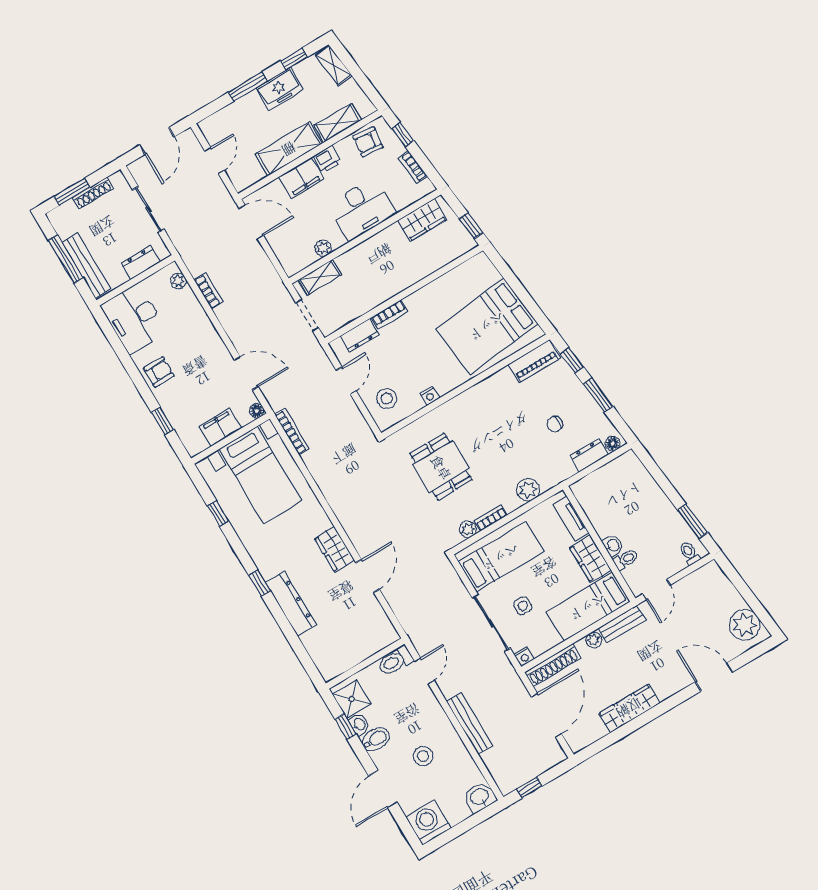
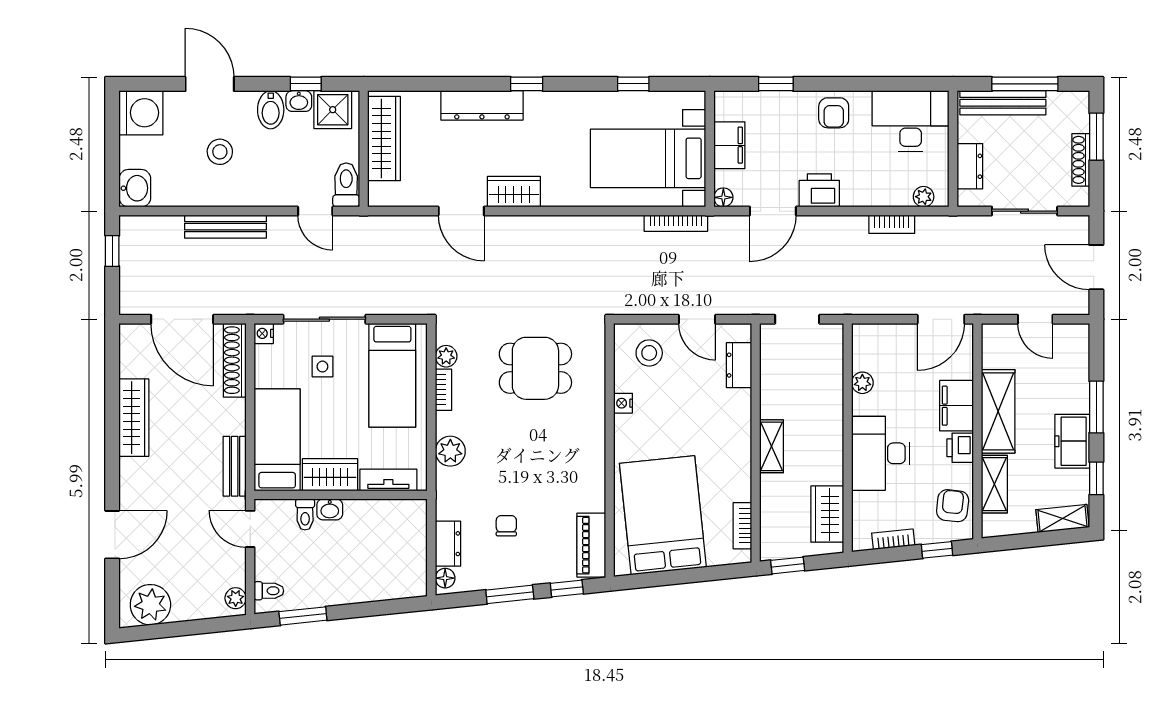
shelving: (320, 277) -> (772, 446), moved
bookcase: (389, 315) -> (742, 526), moved
printer: (215, 351) -> (819, 190), added
plant: (594, 640) -> (236, 598), moved
wardrobe: (351, 654) -> (384, 139), added

